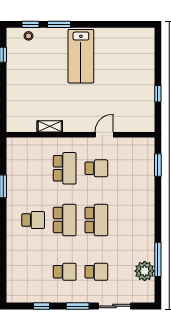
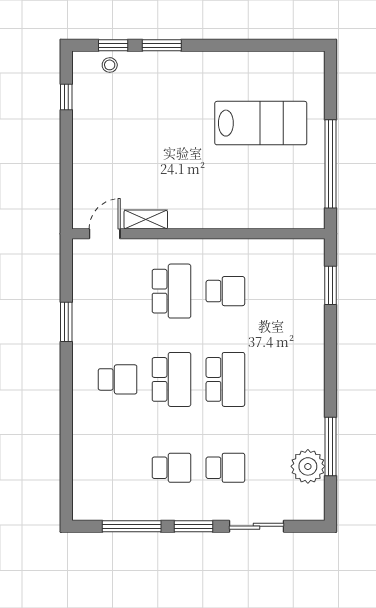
lab bench: (81, 56) -> (261, 123), moved, turned -90
window: (158, 94) -> (331, 164), width x3.17
door: (104, 135) -> (105, 234), moved
window: (41, 306) -> (132, 526), width x2.17

